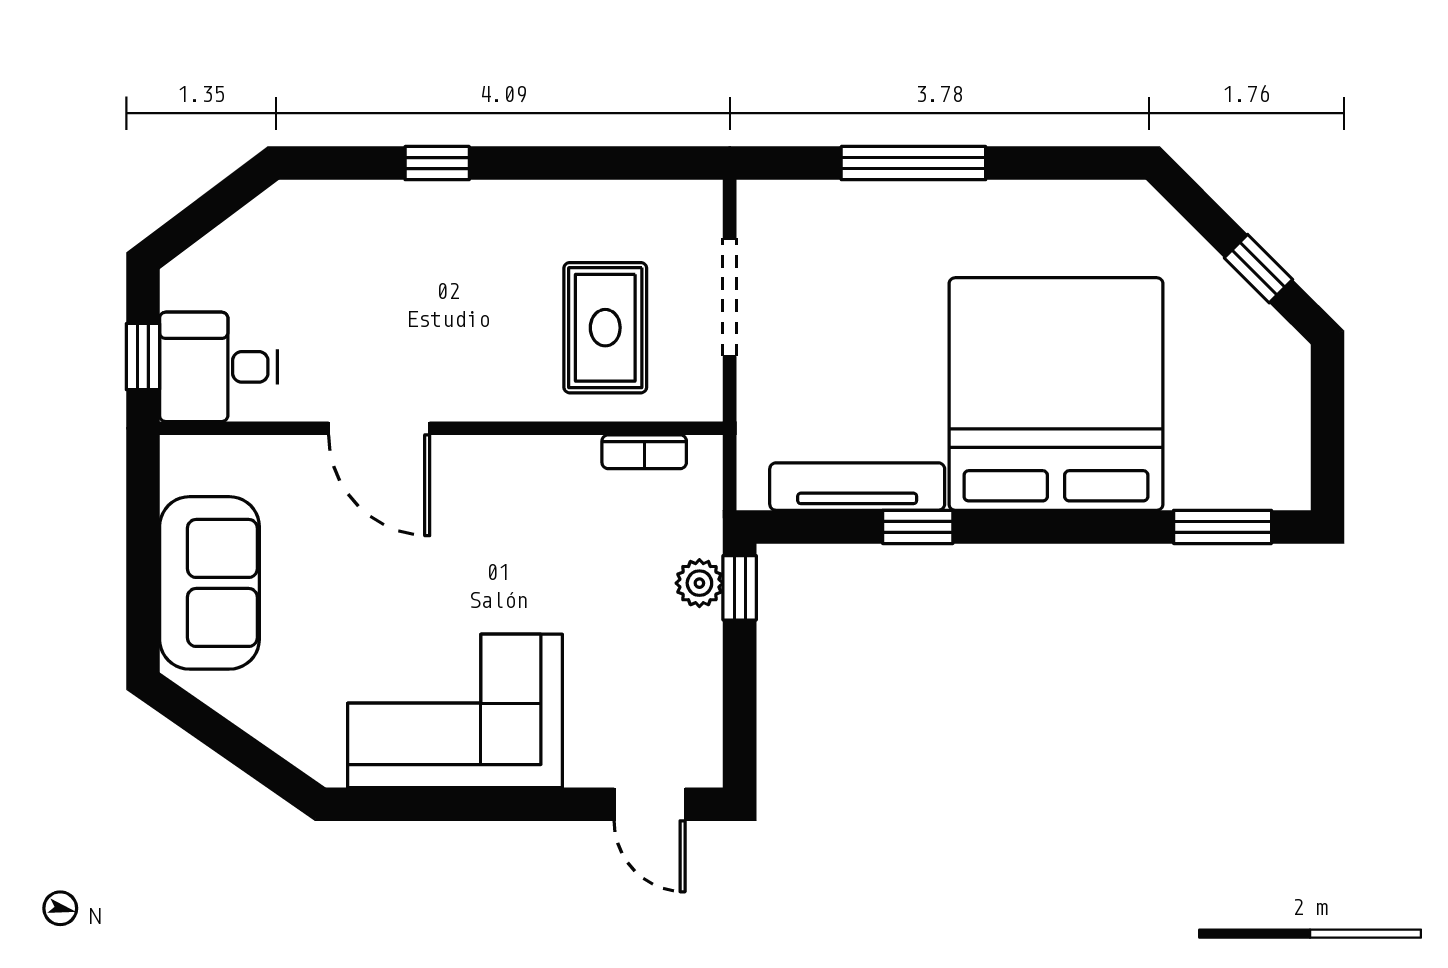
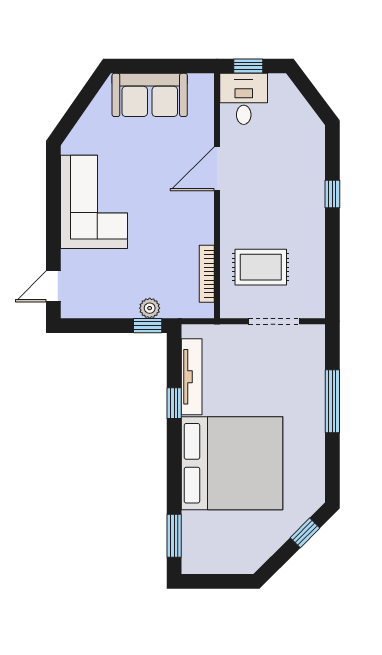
window: (1258, 269) -> (305, 533), moved
bookcase: (644, 452) -> (207, 274), width x1.56

